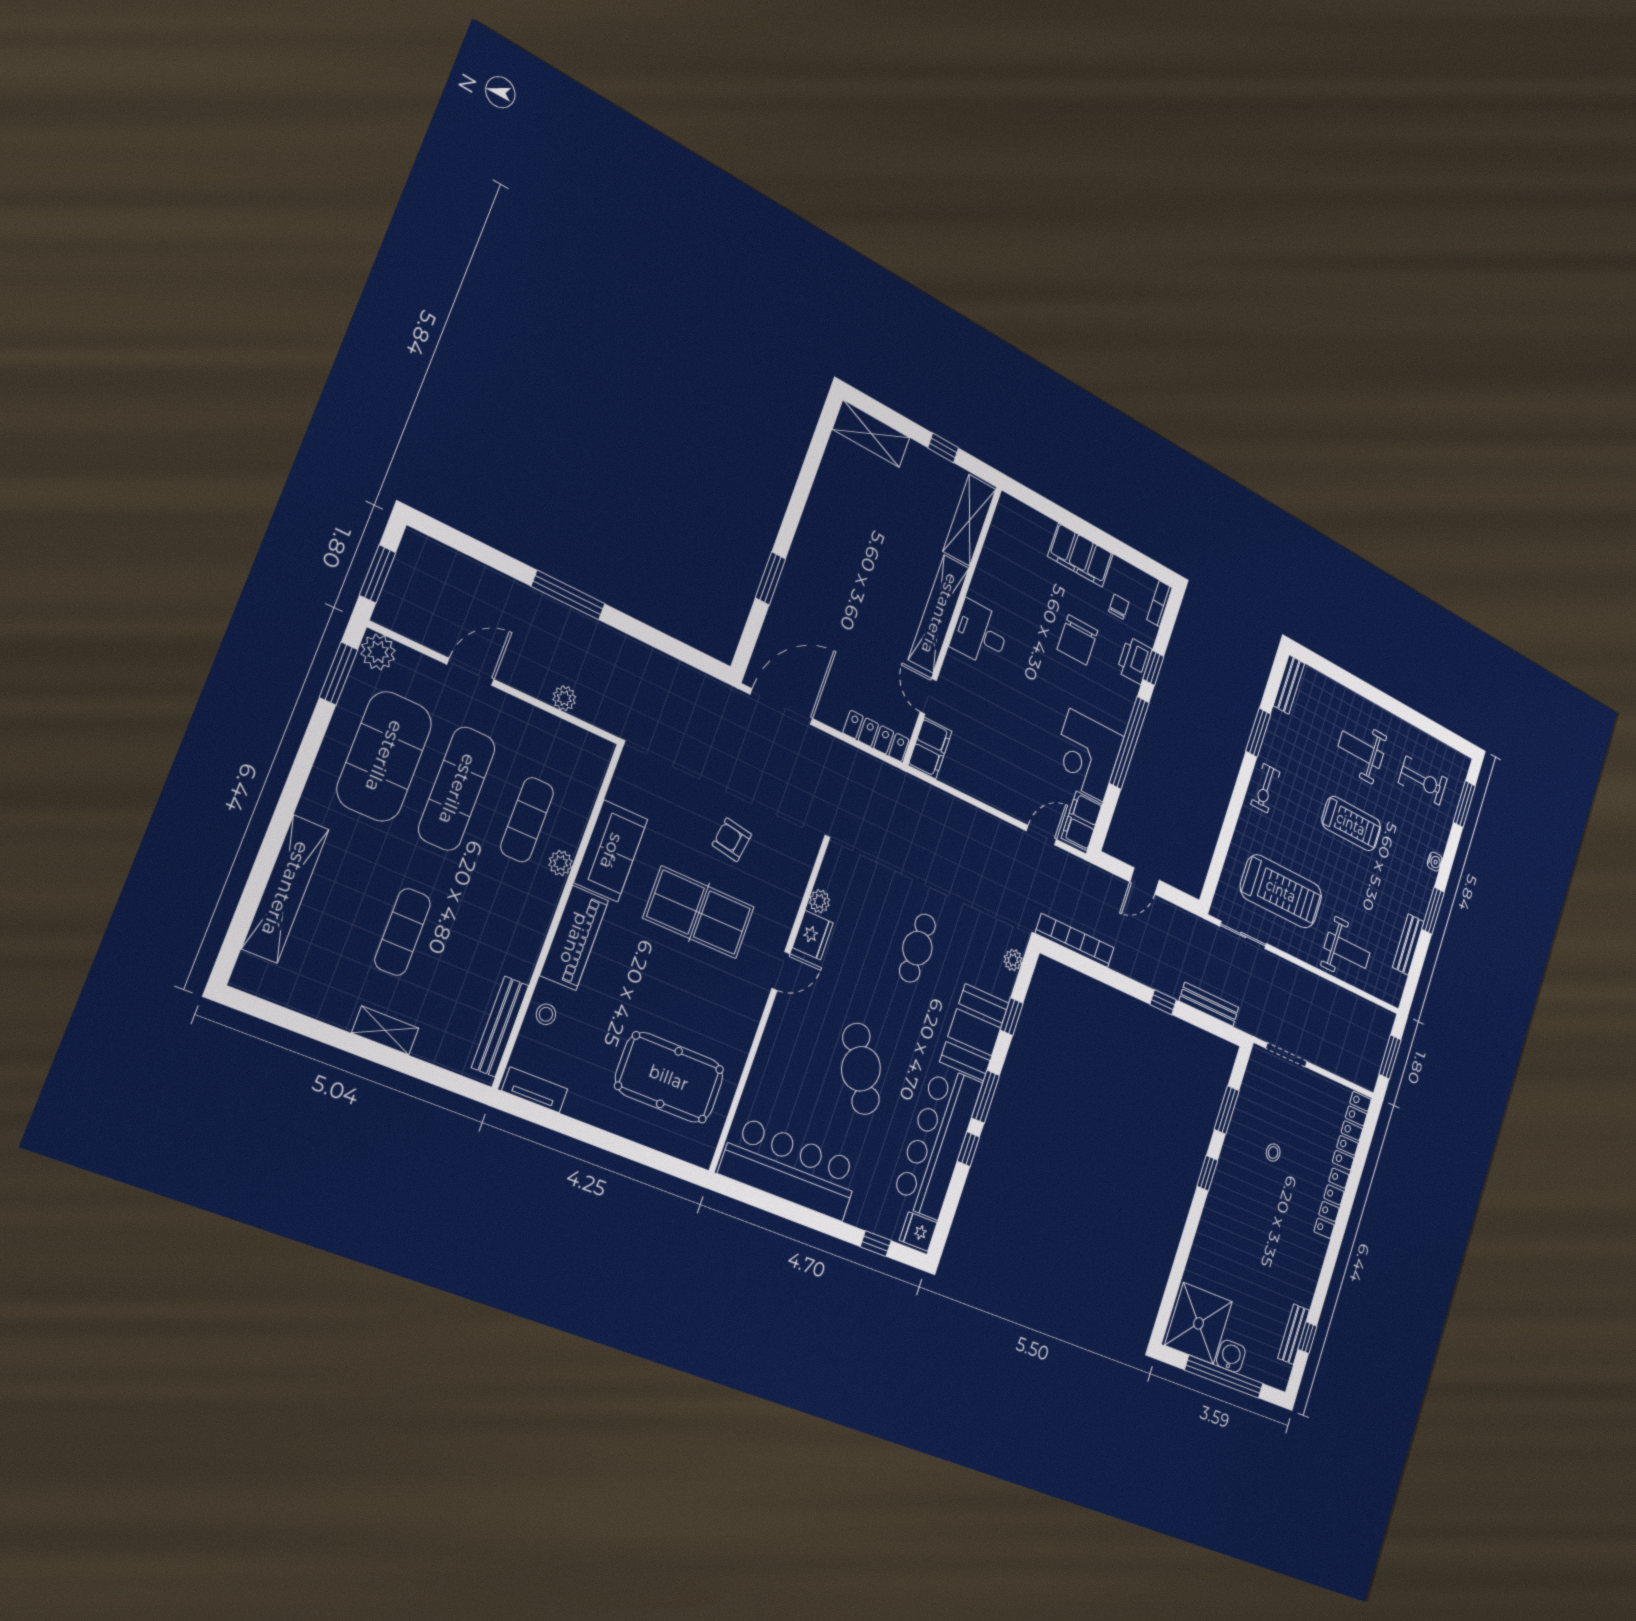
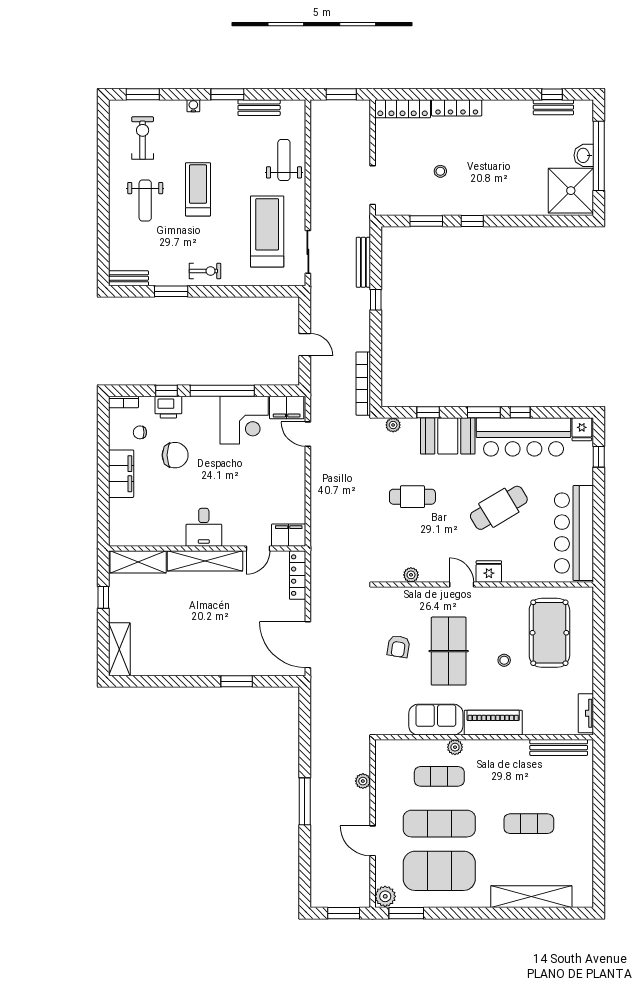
fridge: (813, 935) -> (489, 572), moved
stool: (546, 1014) -> (504, 660), moved
shelving: (385, 1030) -> (585, 813), removed

